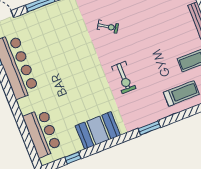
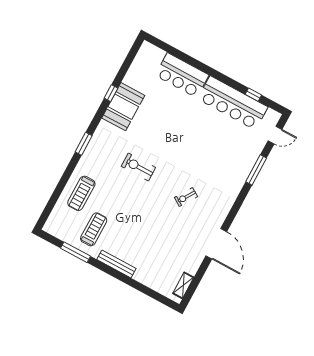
bar counter: (42, 133) -> (182, 75), moved
window: (73, 158) -> (111, 93), moved

